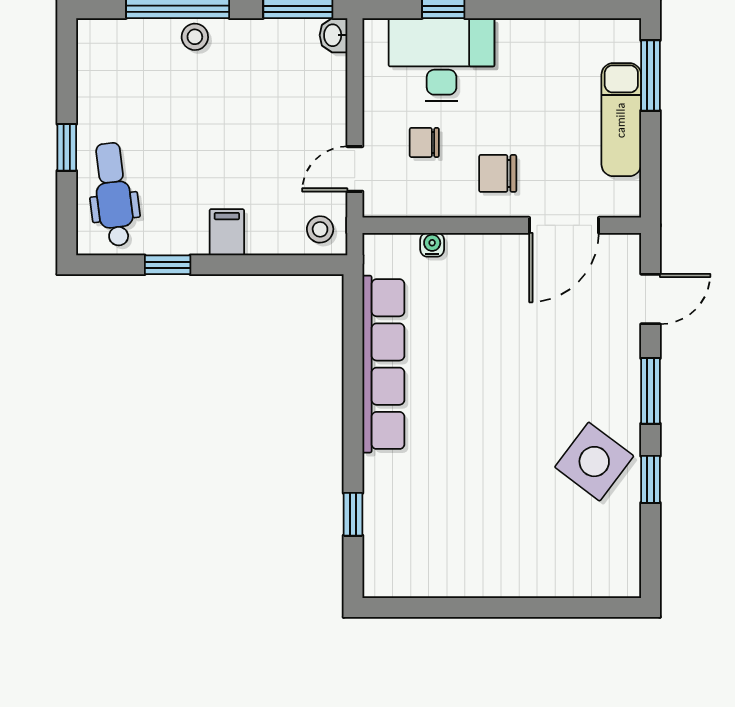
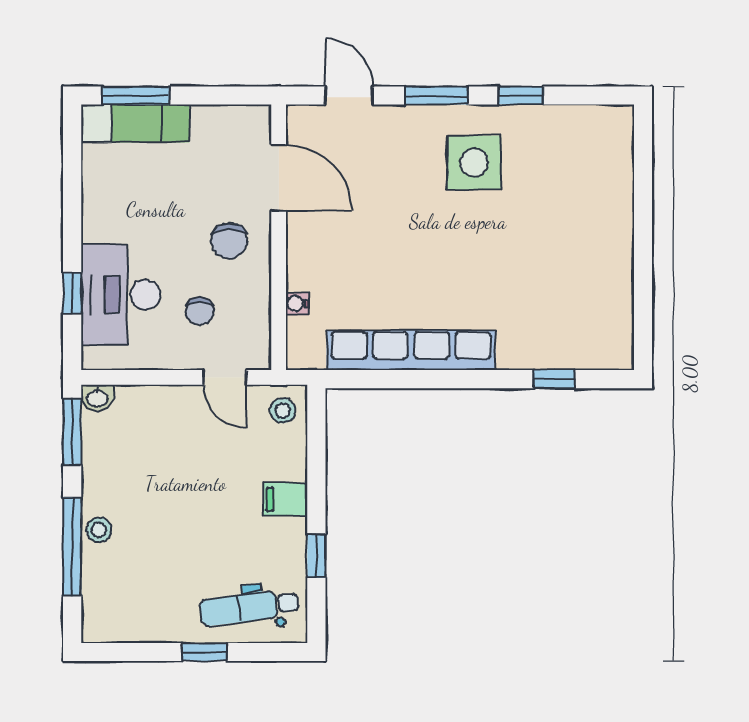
exam couch: (621, 120) -> (135, 123), moved
side table: (594, 462) -> (474, 163), moved, turned -37

